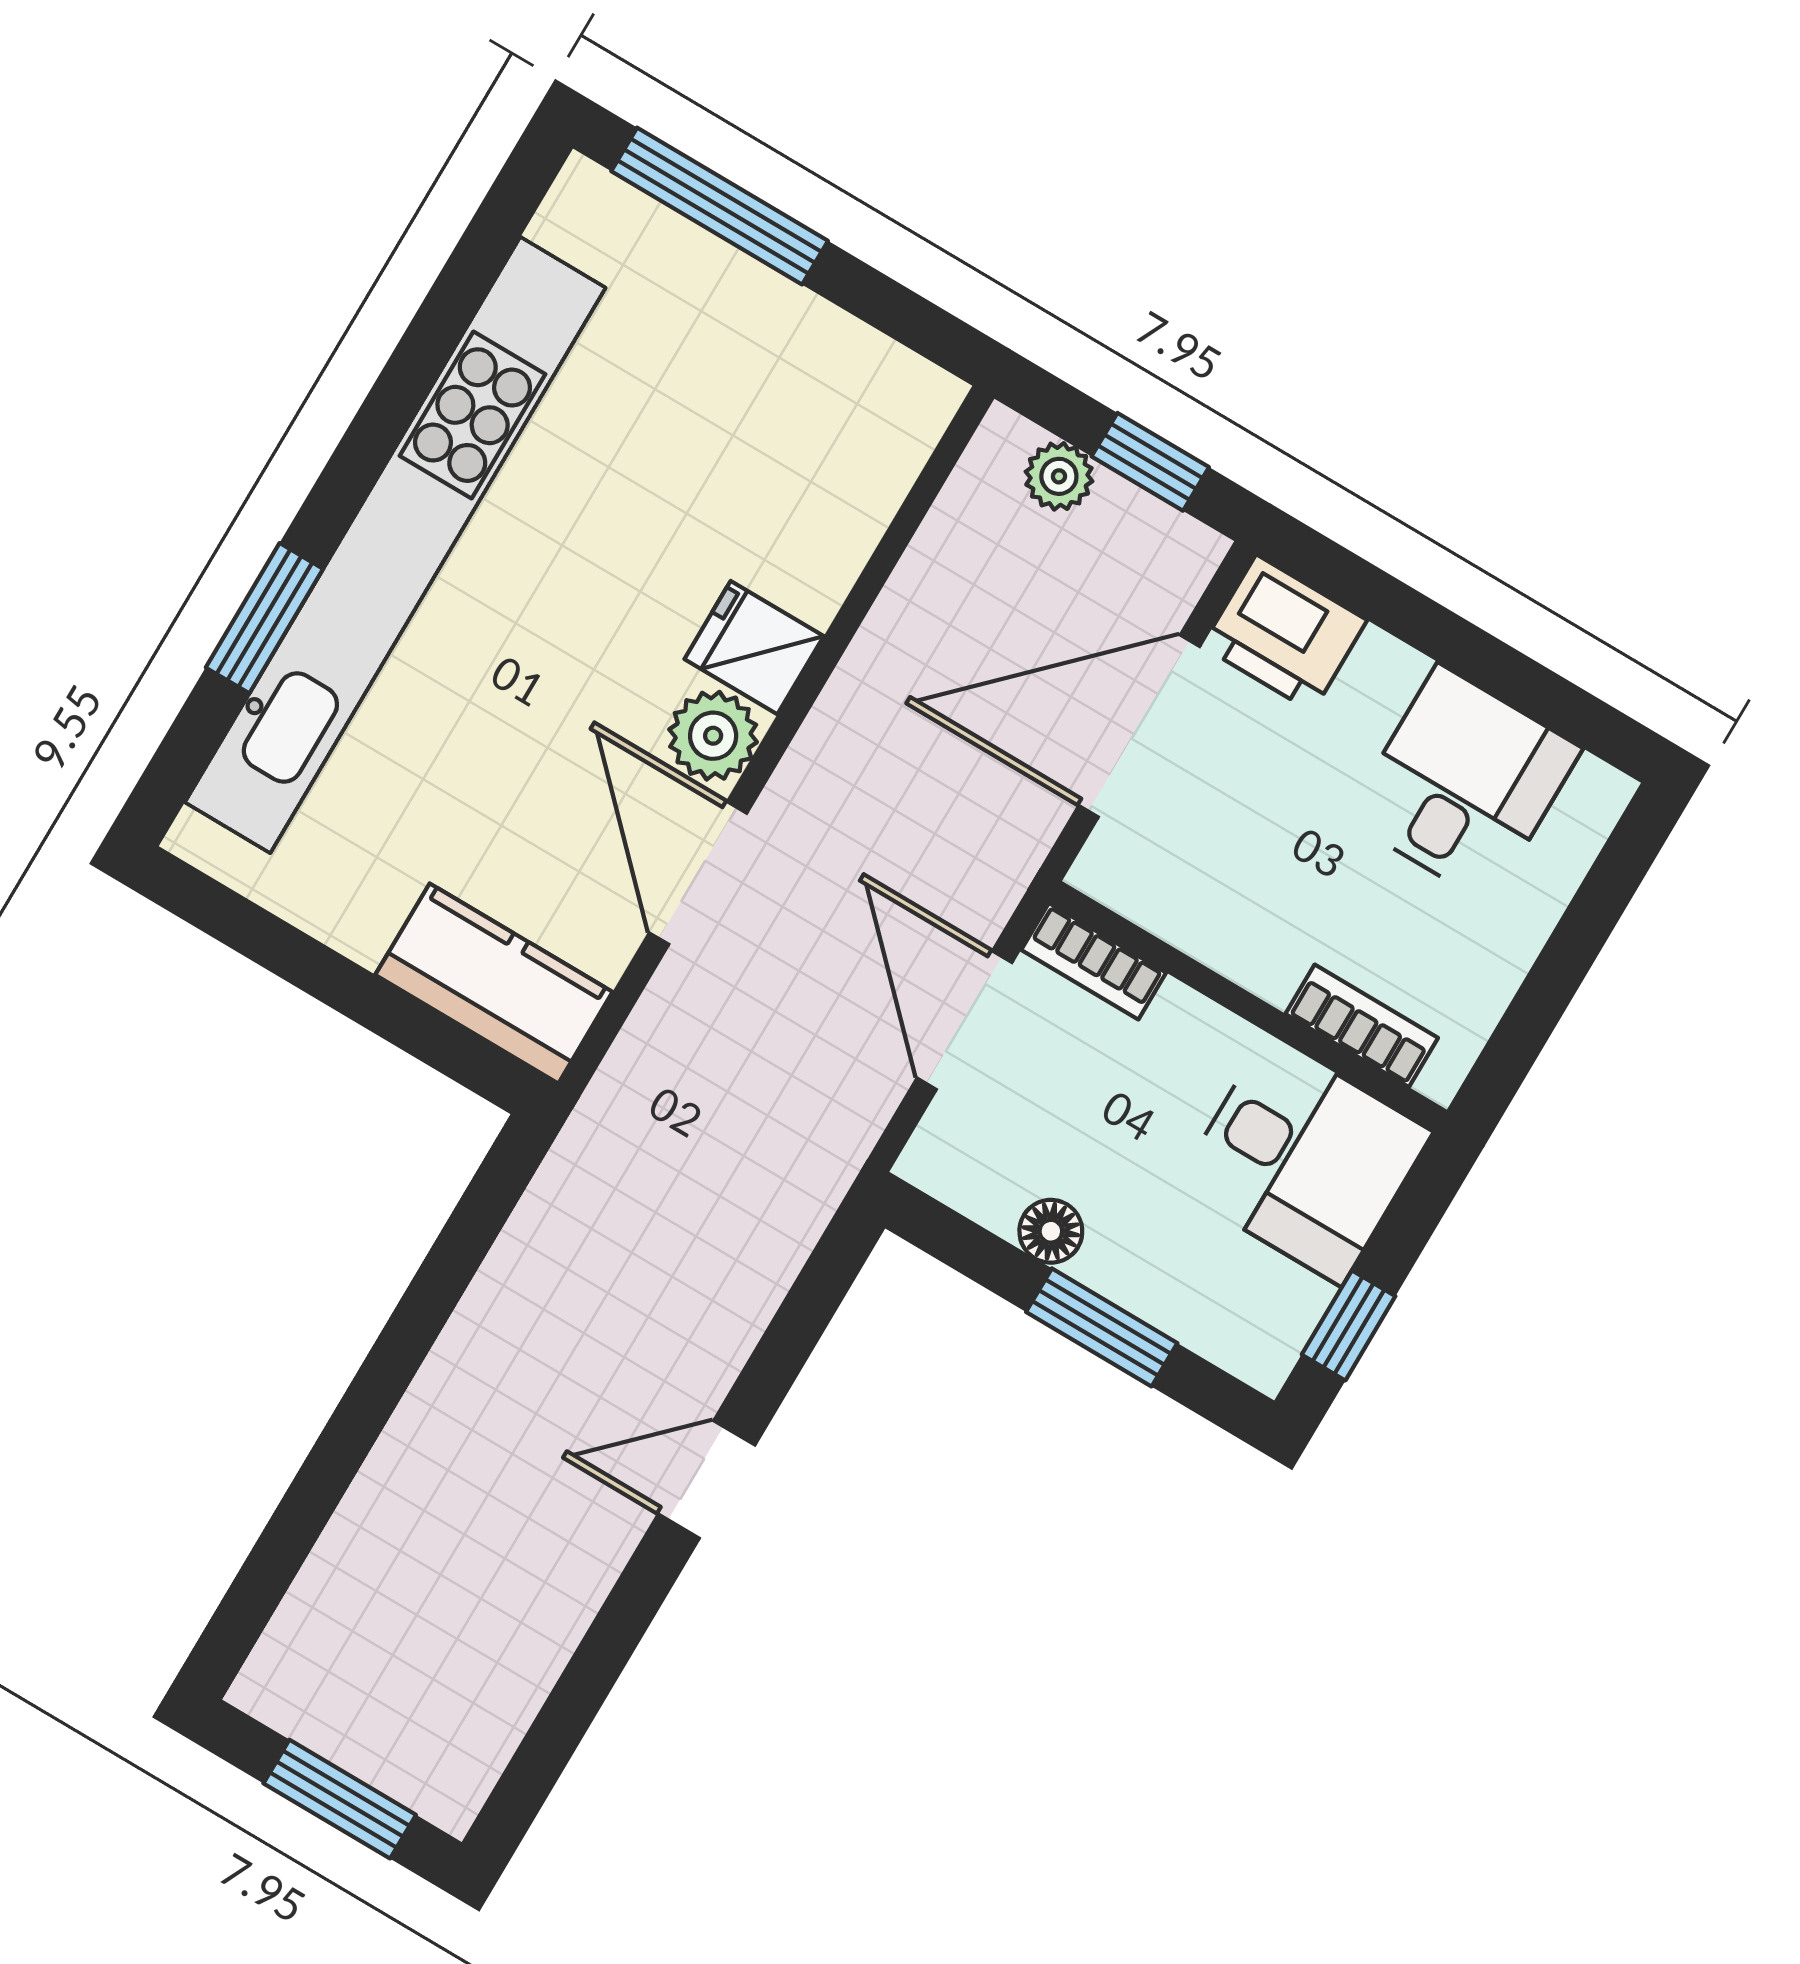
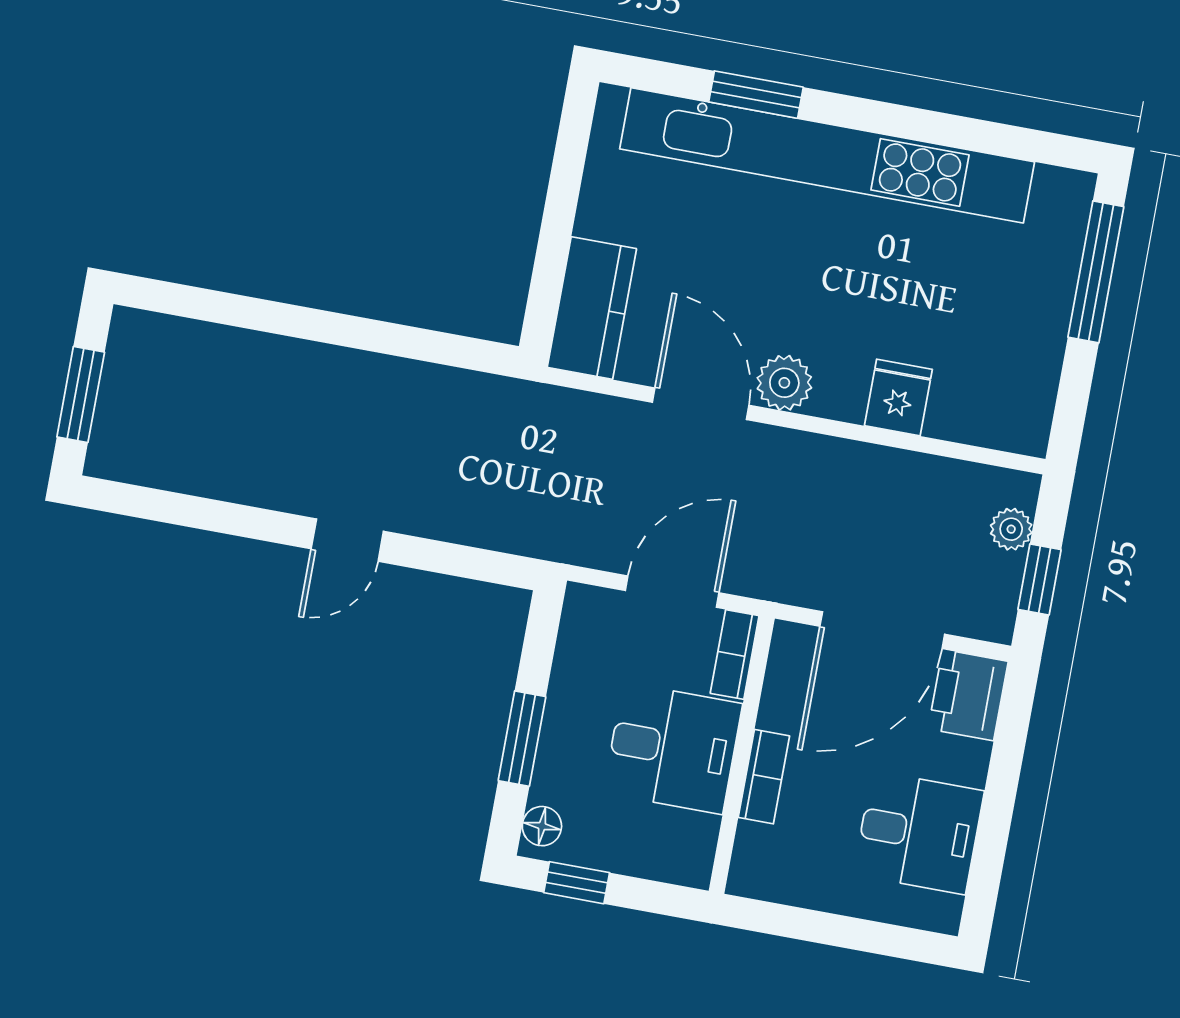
fridge: (754, 648) -> (898, 398), moved
door: (1139, 726) -> (882, 630), swing flipped
door: (698, 873) -> (701, 404), hinge flipped
bookcase: (1362, 1026) -> (764, 777), moved
desk: (1304, 1160) -> (673, 748), moved, turned -90
floor lamp: (1051, 1231) -> (542, 826), moved
door: (707, 1479) -> (347, 540), swing flipped

